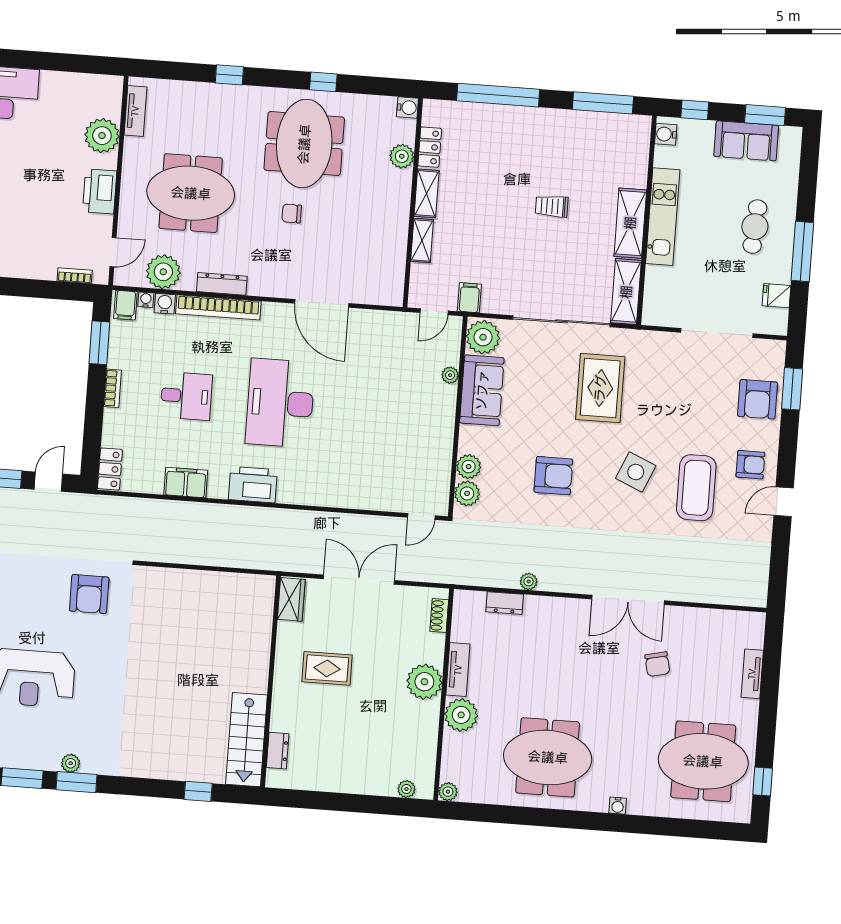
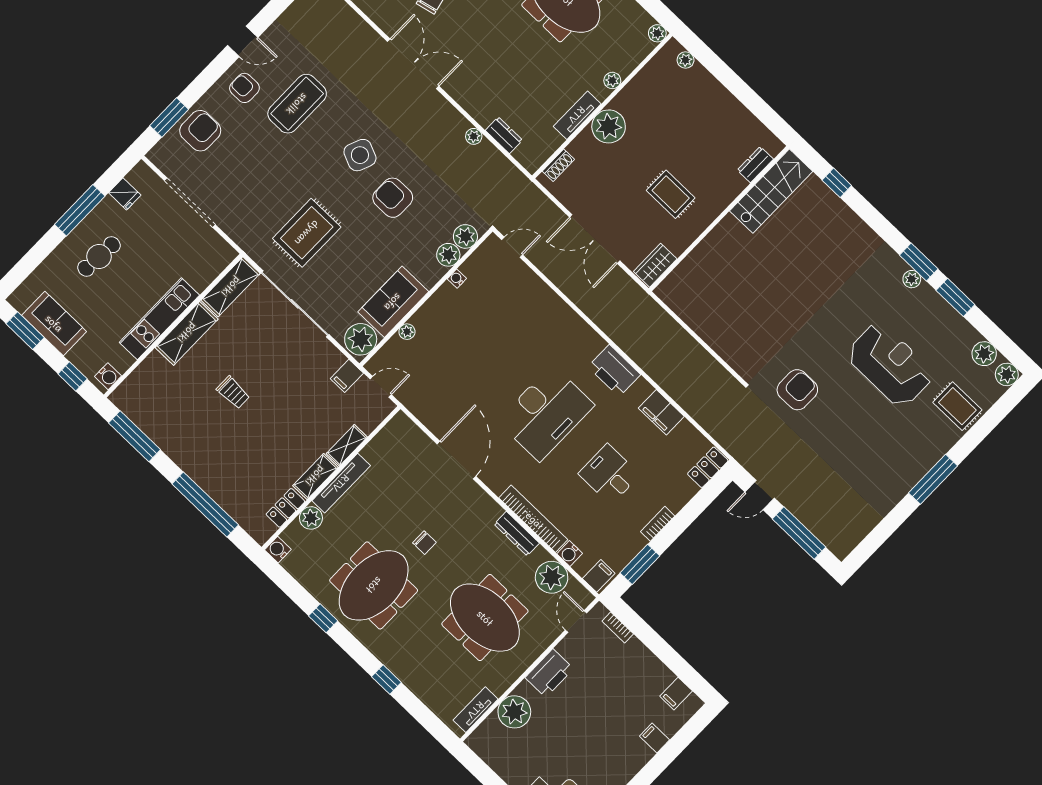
tv unit: (401, 206) -> (341, 483), added
door: (113, 252) -> (576, 621), hinge flipped
water cooler: (146, 300) -> (457, 279), moved, turned 90
side table: (636, 472) -> (360, 155), moved
plant: (461, 715) -> (612, 80), width x0.53, depth x0.53

